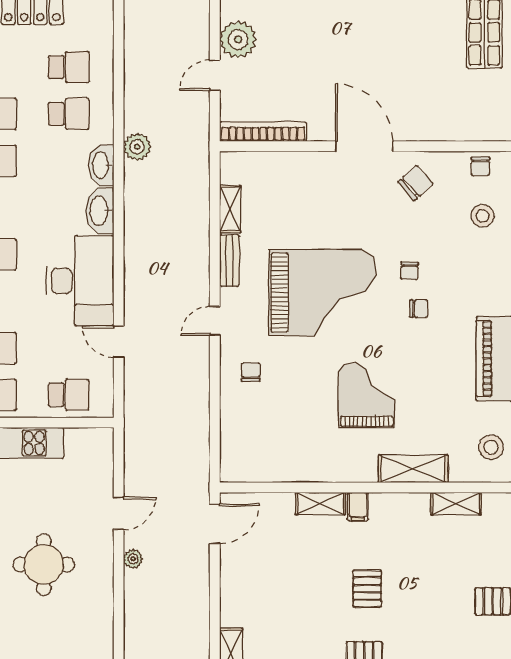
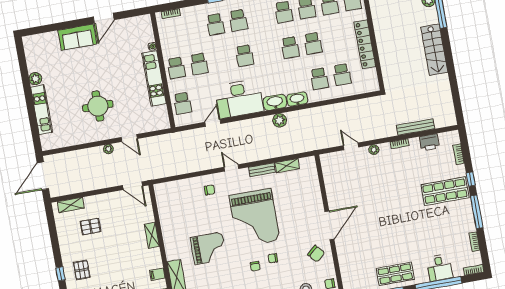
plant: (238, 39) -> (374, 150), width x0.53, depth x0.53
bookcase: (263, 132) -> (328, 175), removed
plant: (137, 147) -> (280, 120), moved
filing cabinet: (358, 506) -> (157, 274), moved
pallet: (367, 589) -> (90, 227), moved

